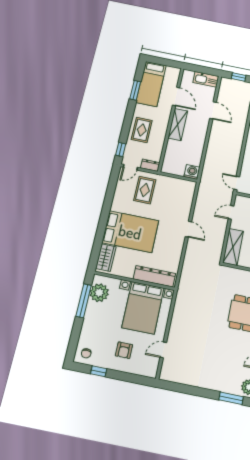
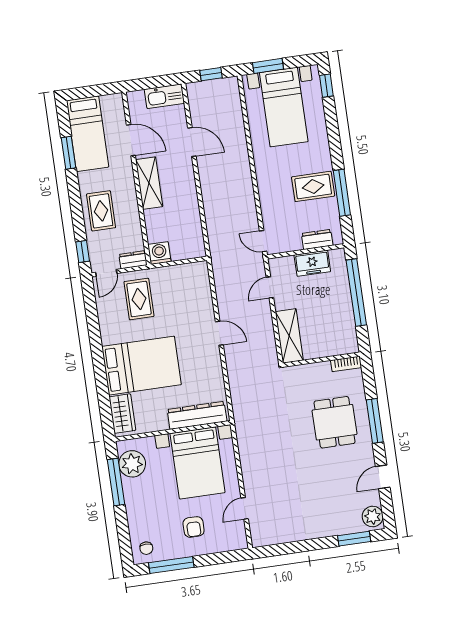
washing machine: (192, 172) -> (159, 253), moved
window: (99, 371) -> (171, 565), width x2.17

